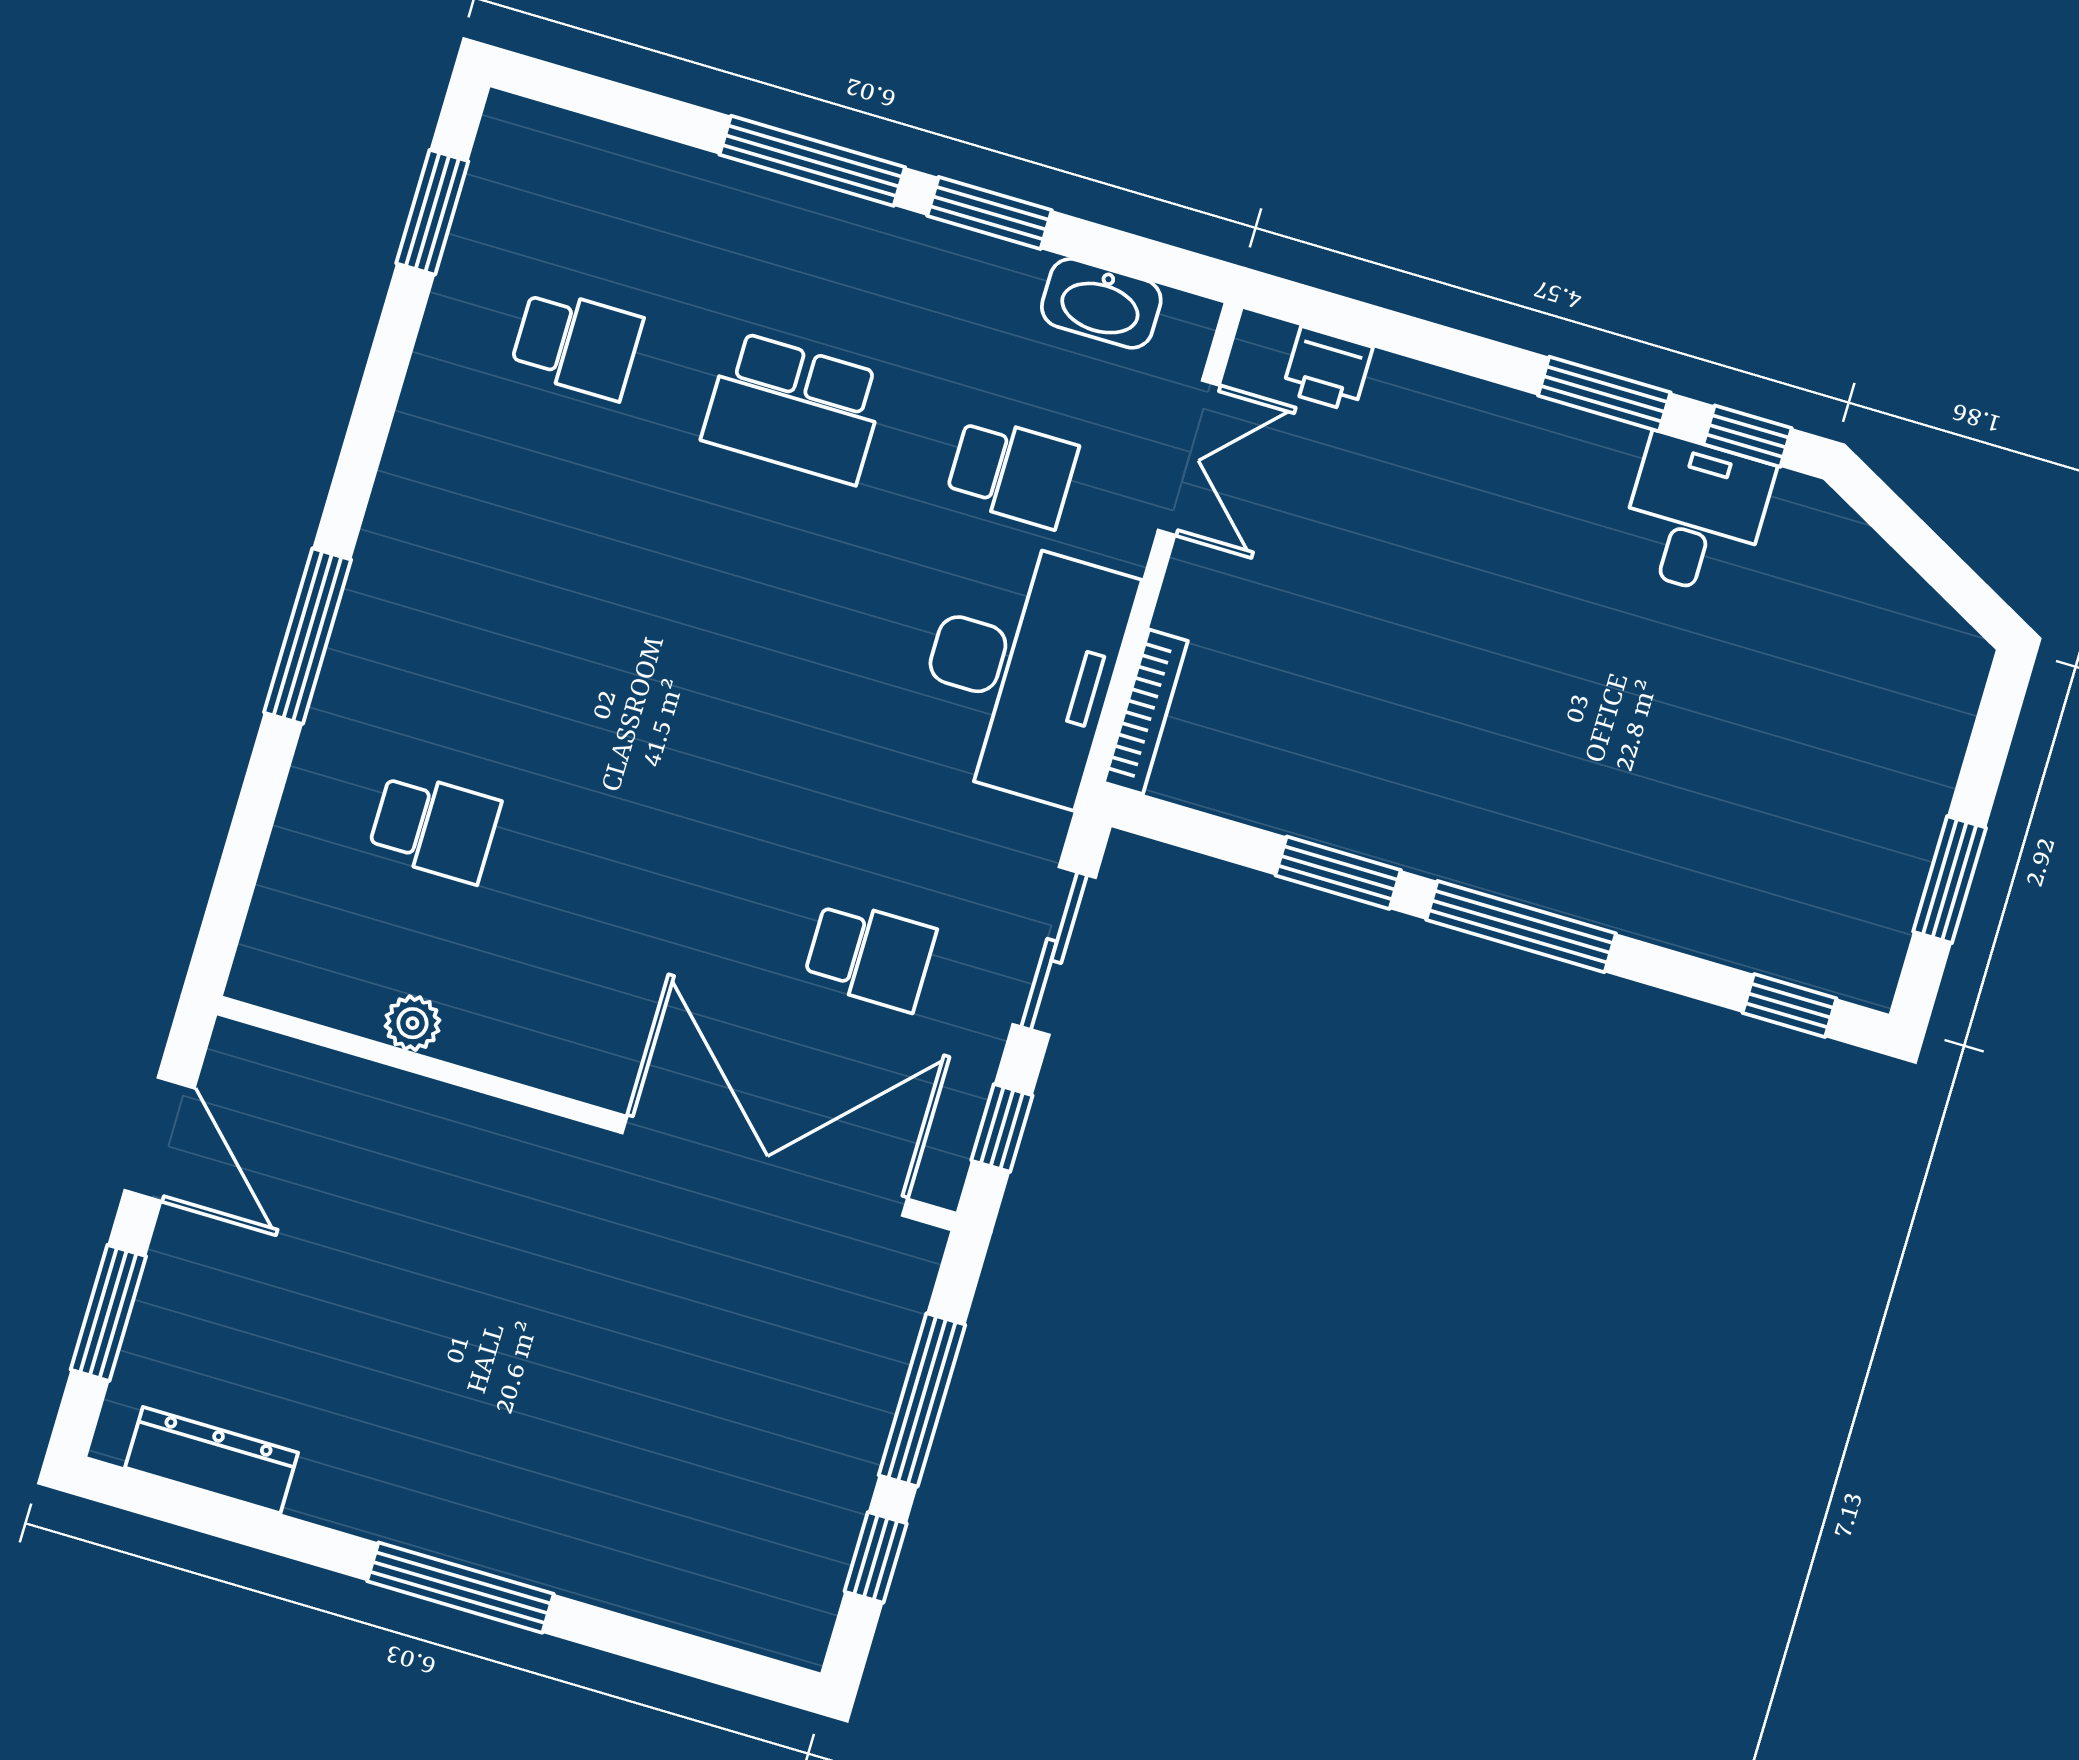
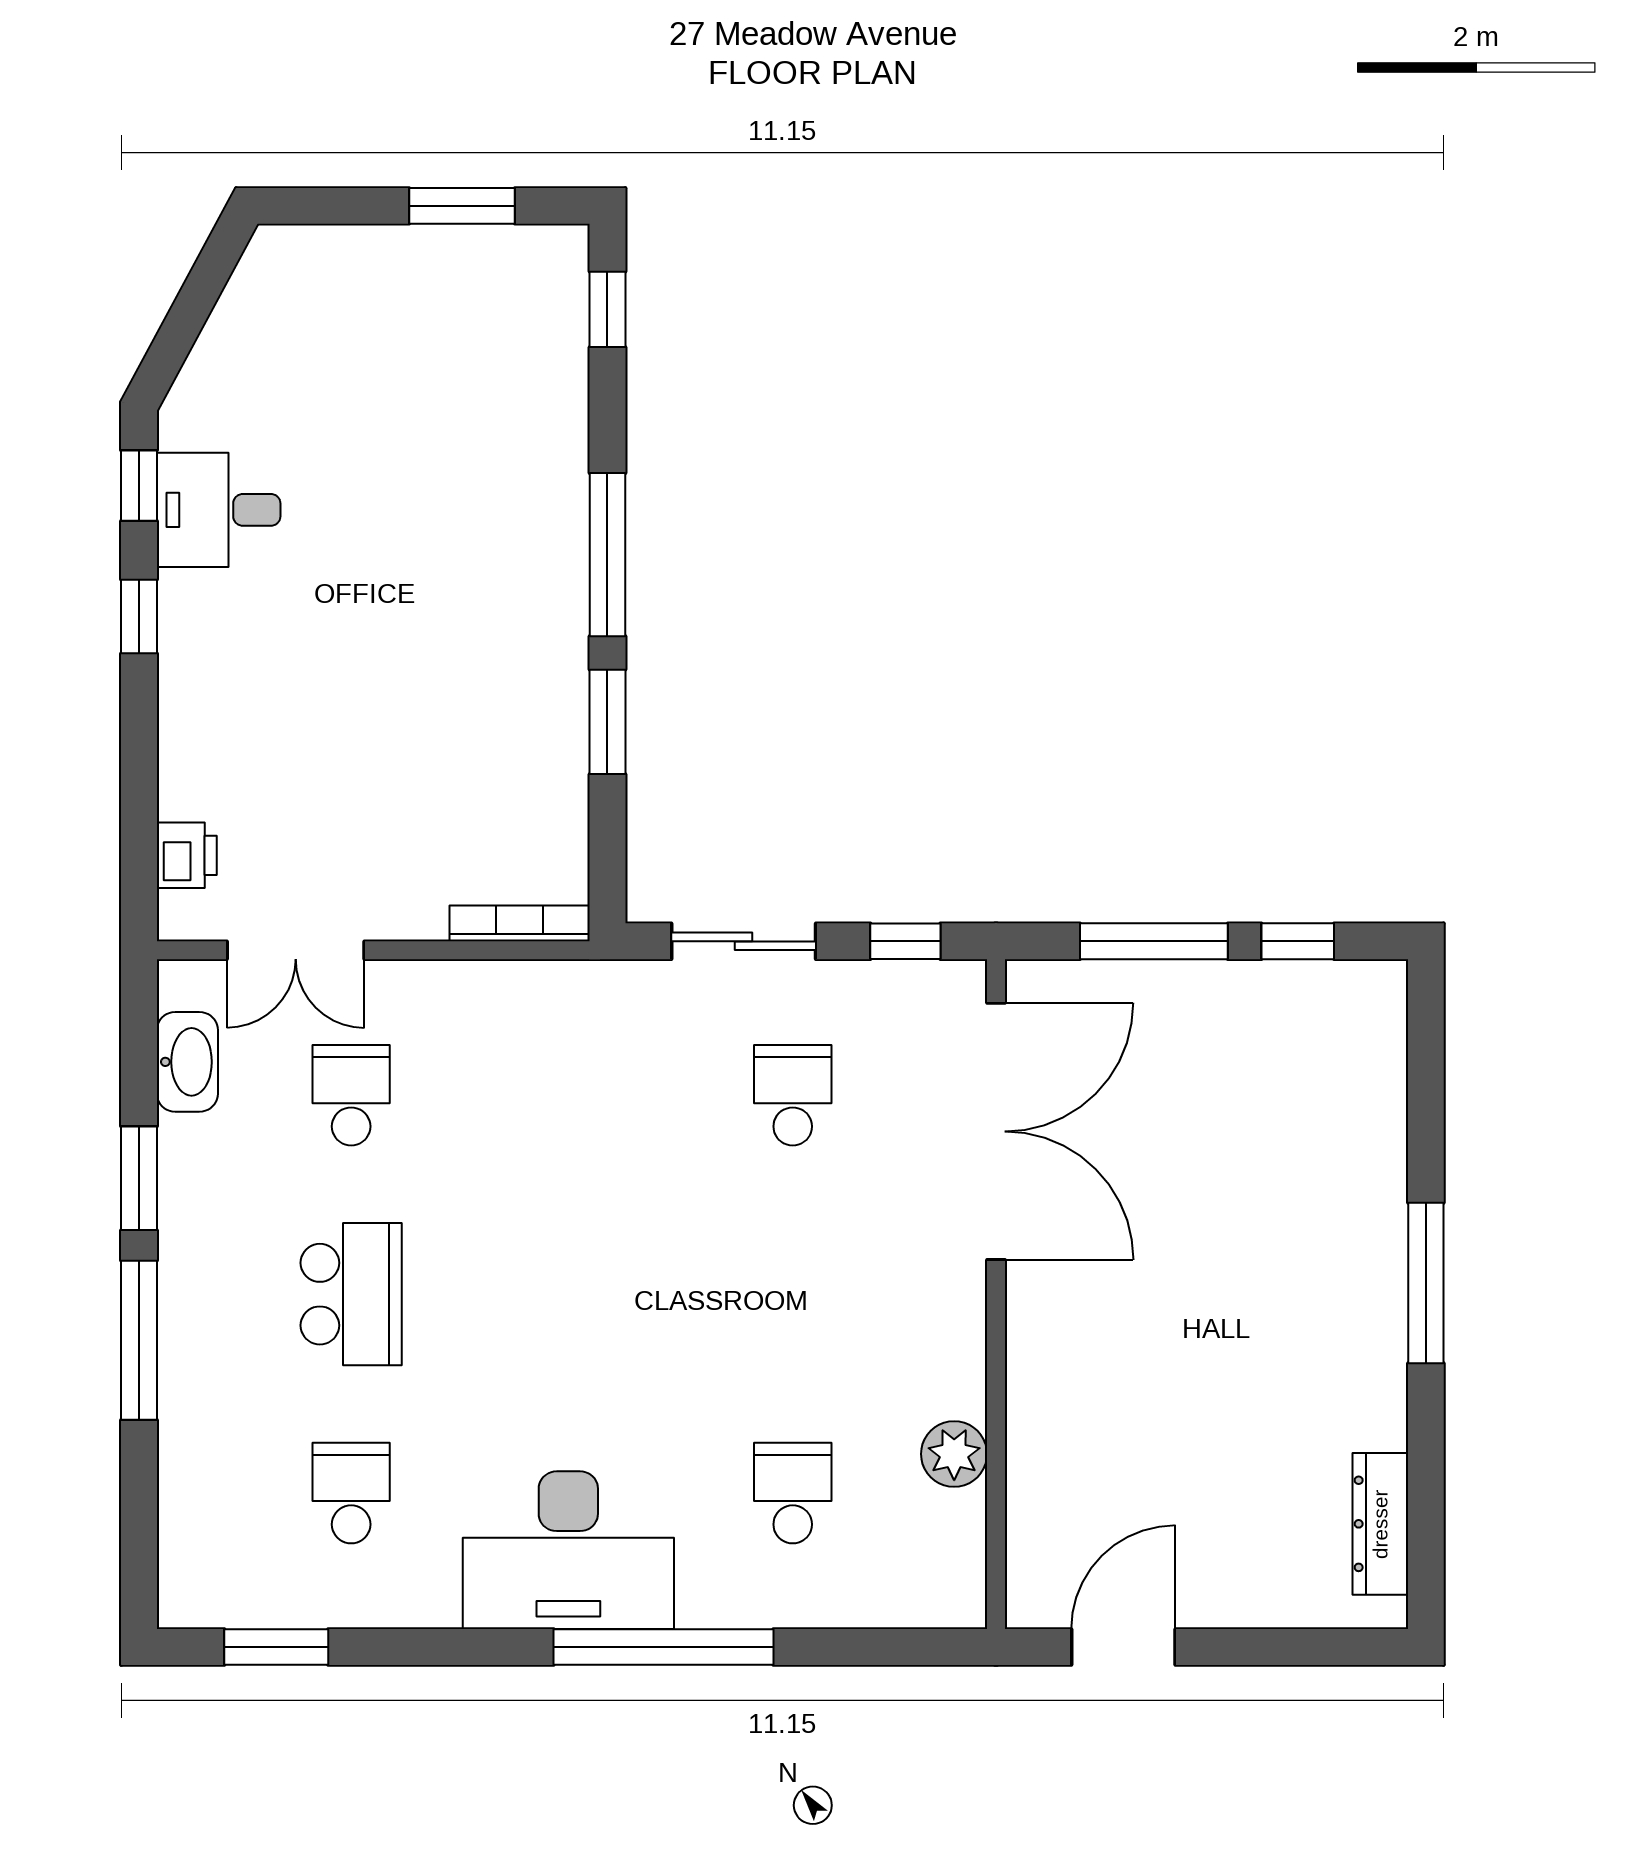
window: (1604, 394) -> (139, 617), width x0.67
double door: (1189, 458) -> (296, 950), swing flipped
window: (308, 636) -> (664, 1647), width x1.46
desk: (1022, 670) -> (568, 1550), moved, turned 180
plant: (413, 1023) -> (954, 1454), width x1.38, depth x1.38
double door: (765, 1166) -> (996, 1131), swing flipped
window: (108, 1313) -> (1282, 1647), removed

